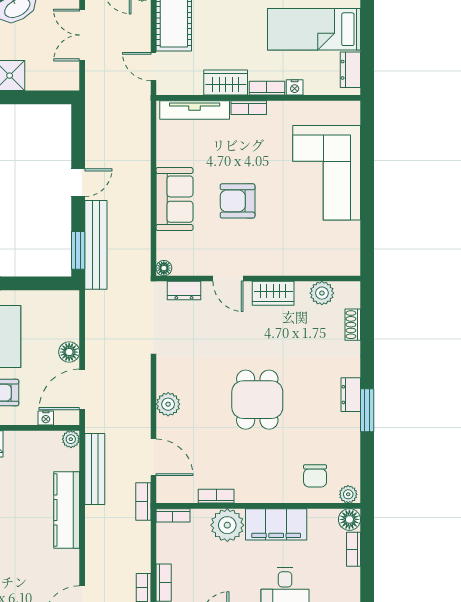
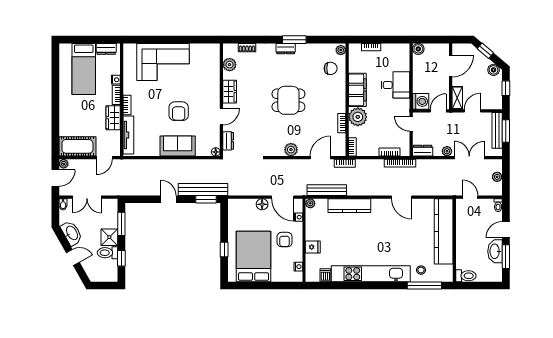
window: (34, 97) -> (121, 224), added
floor lamp: (349, 519) -> (355, 49), removed

